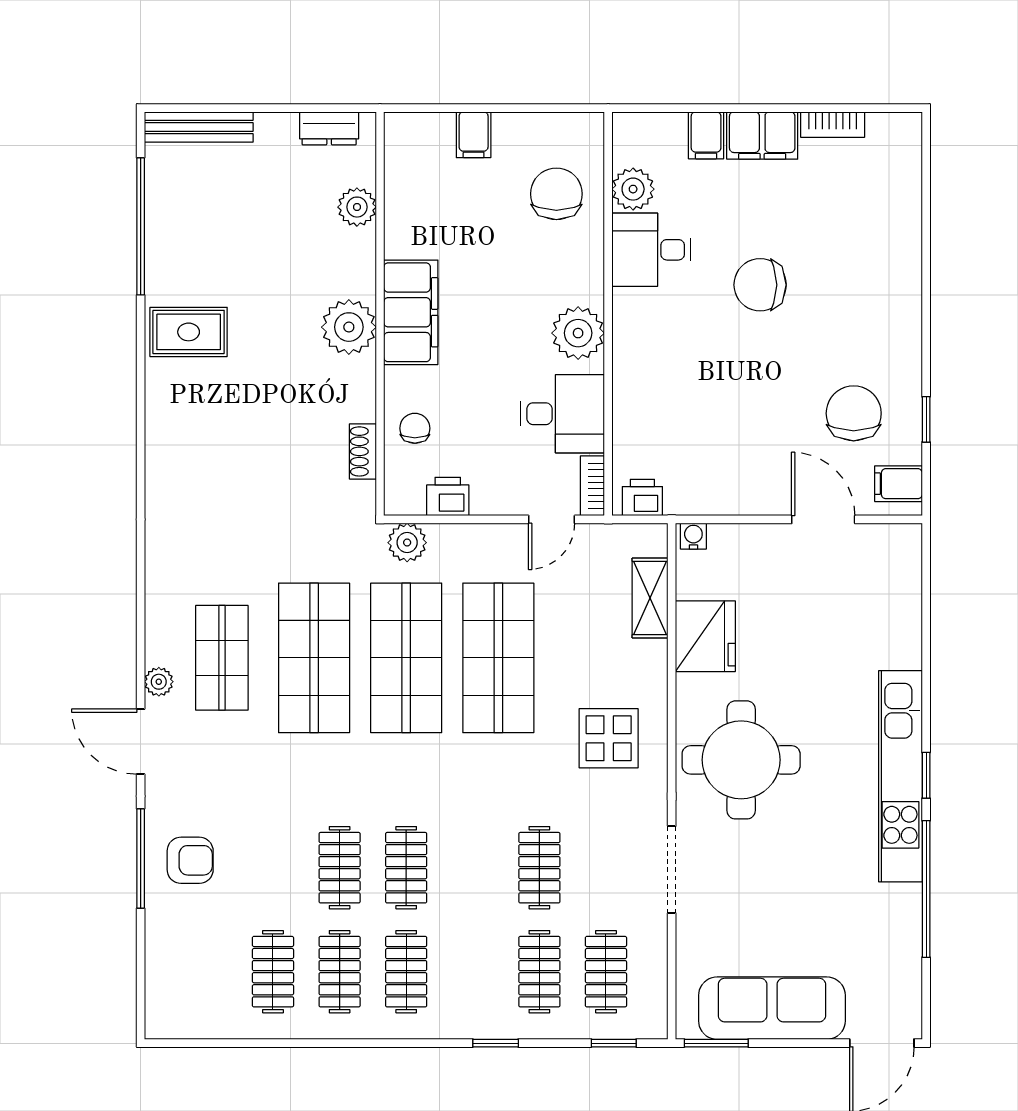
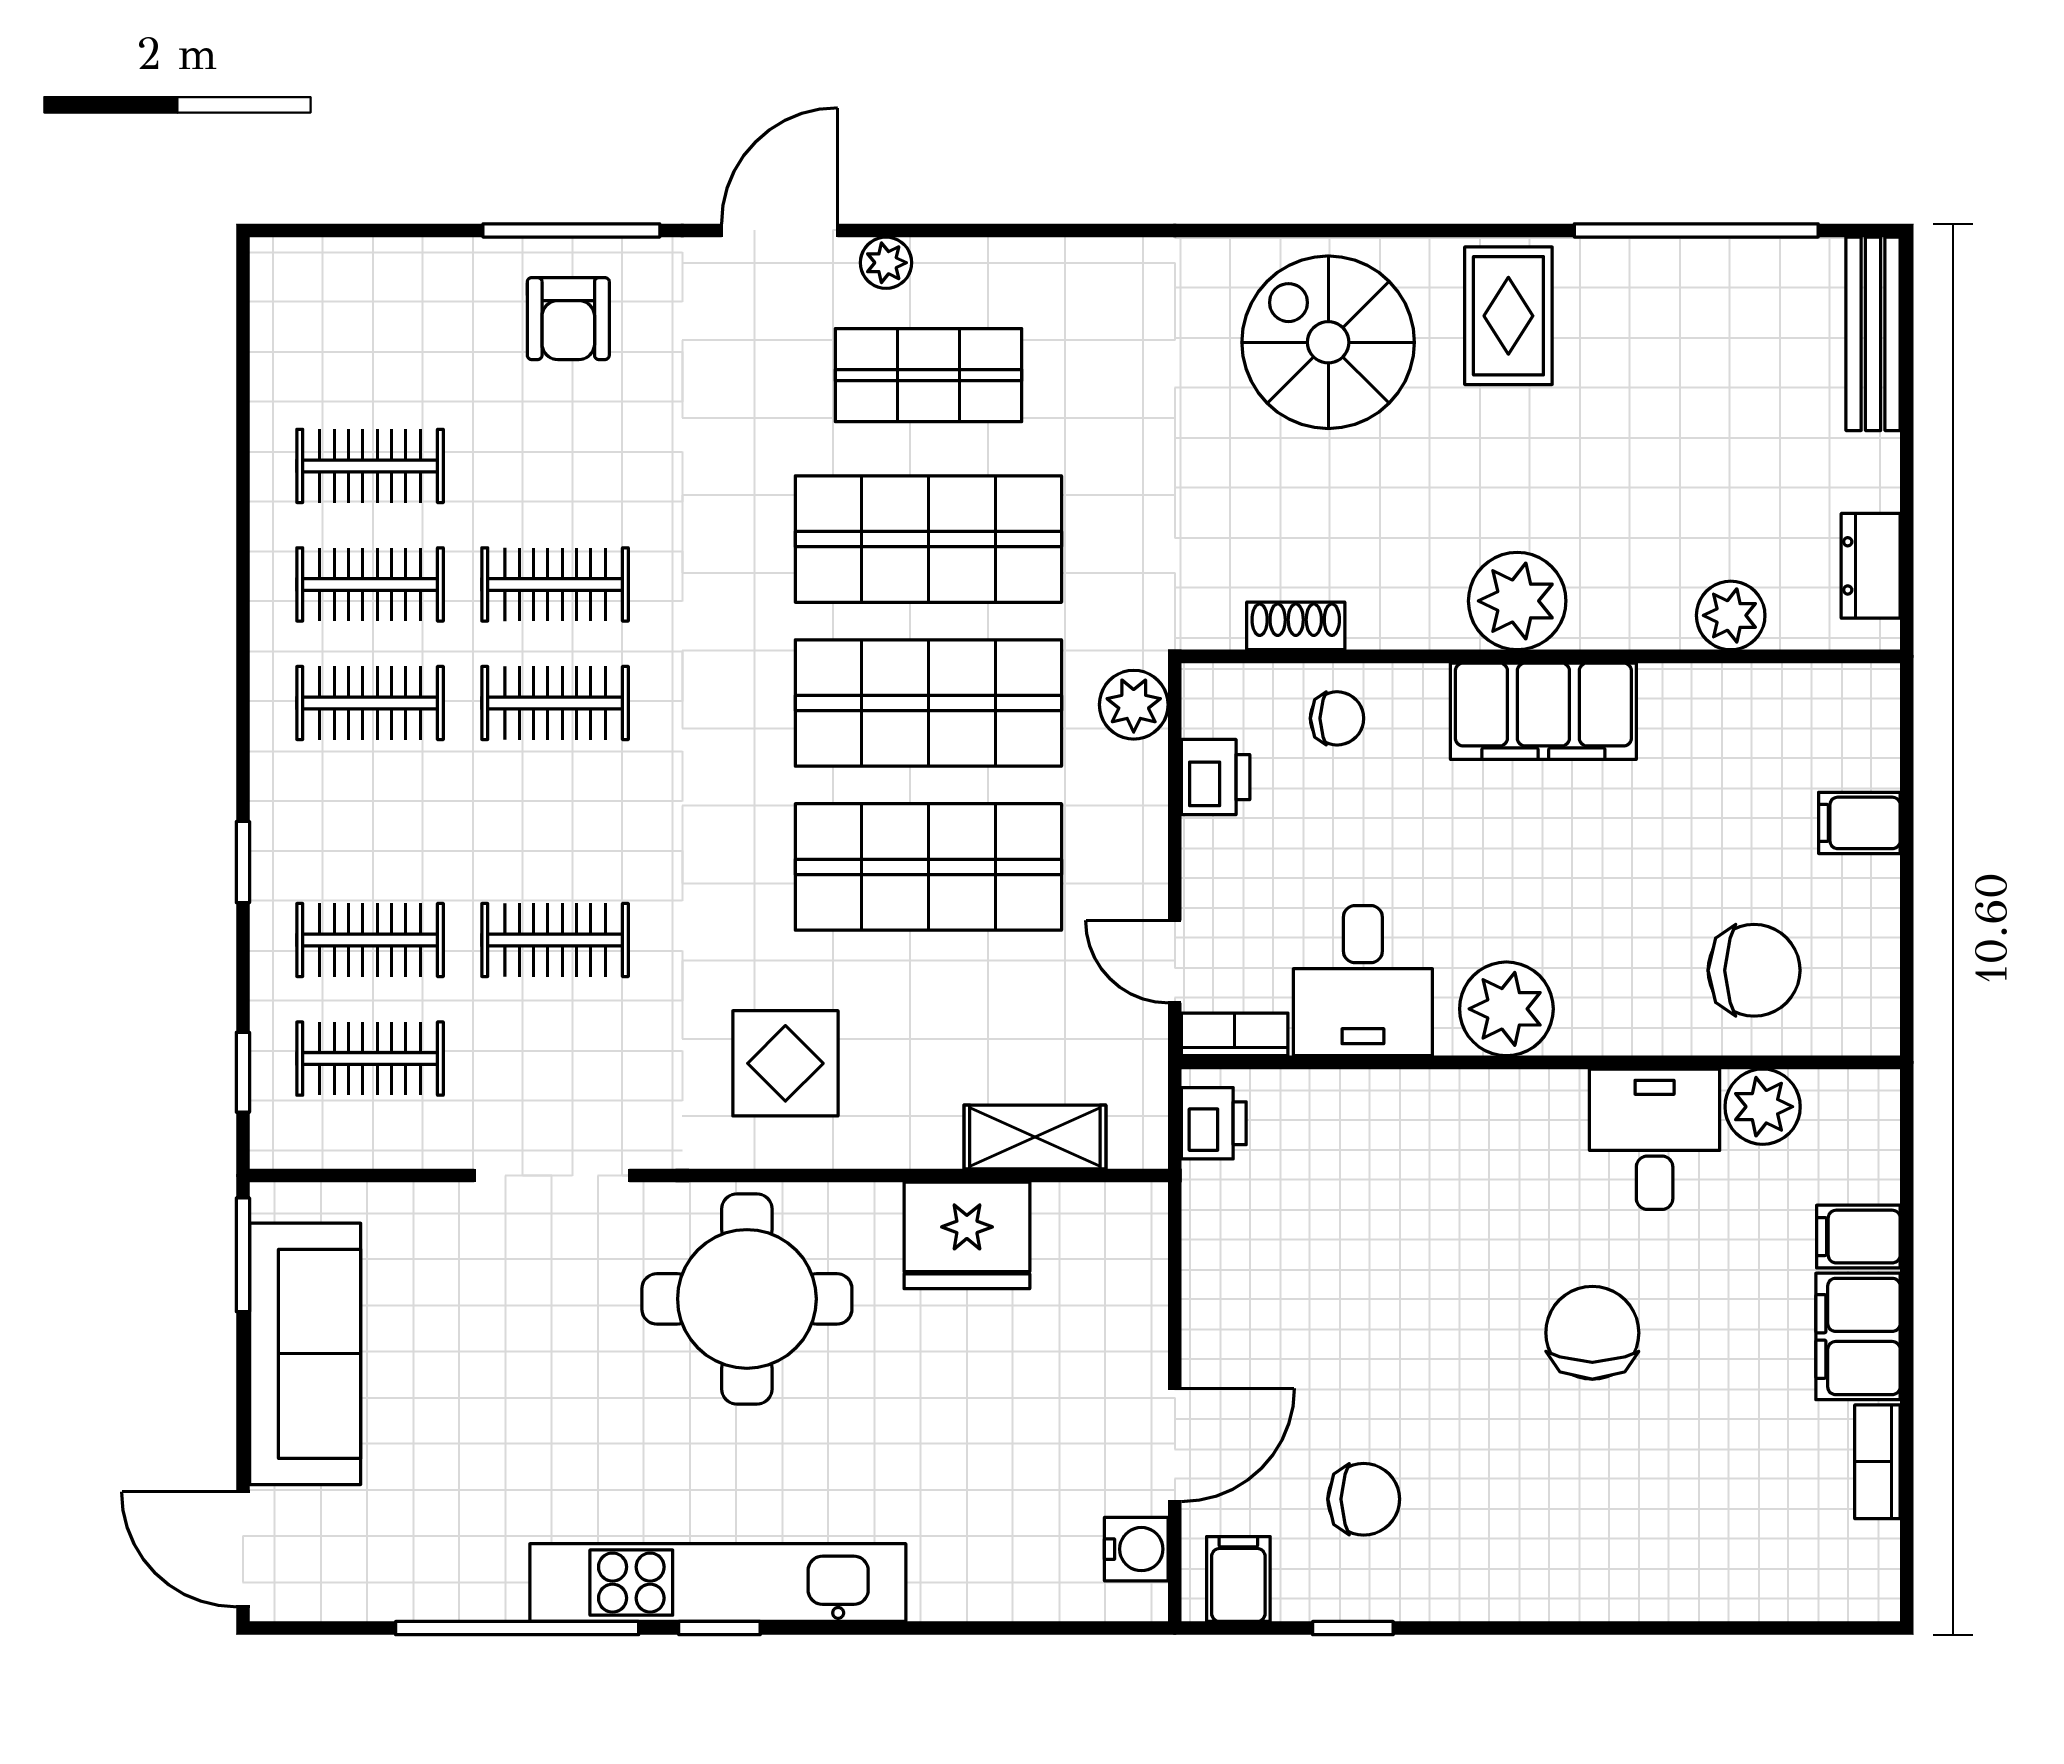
chair: (854, 413) -> (1364, 1499), width x0.73, depth x0.73
spiral stairs: (203, 433) -> (1328, 342), added
water cooler: (693, 536) -> (1136, 1549), moved, width x1.38, depth x1.38

